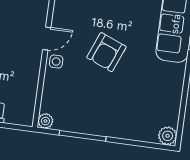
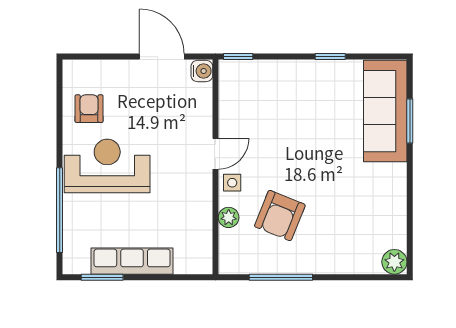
armchair: (106, 52) -> (280, 216), moved
plant: (45, 121) -> (229, 217), moved

